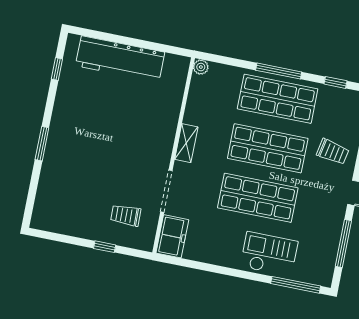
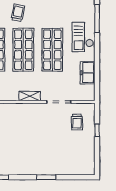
freezer: (172, 236) -> (88, 73), moved, turned -90

